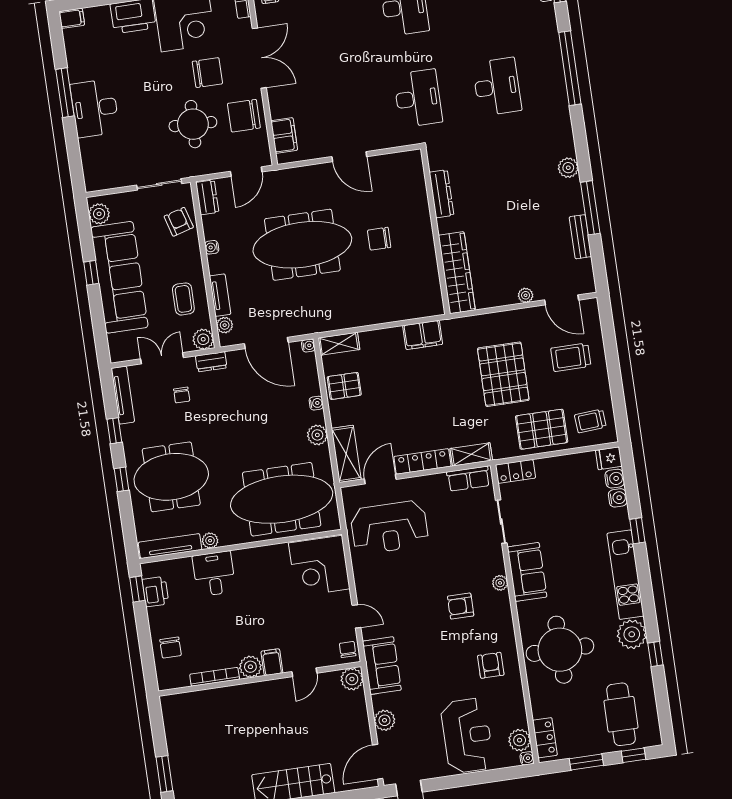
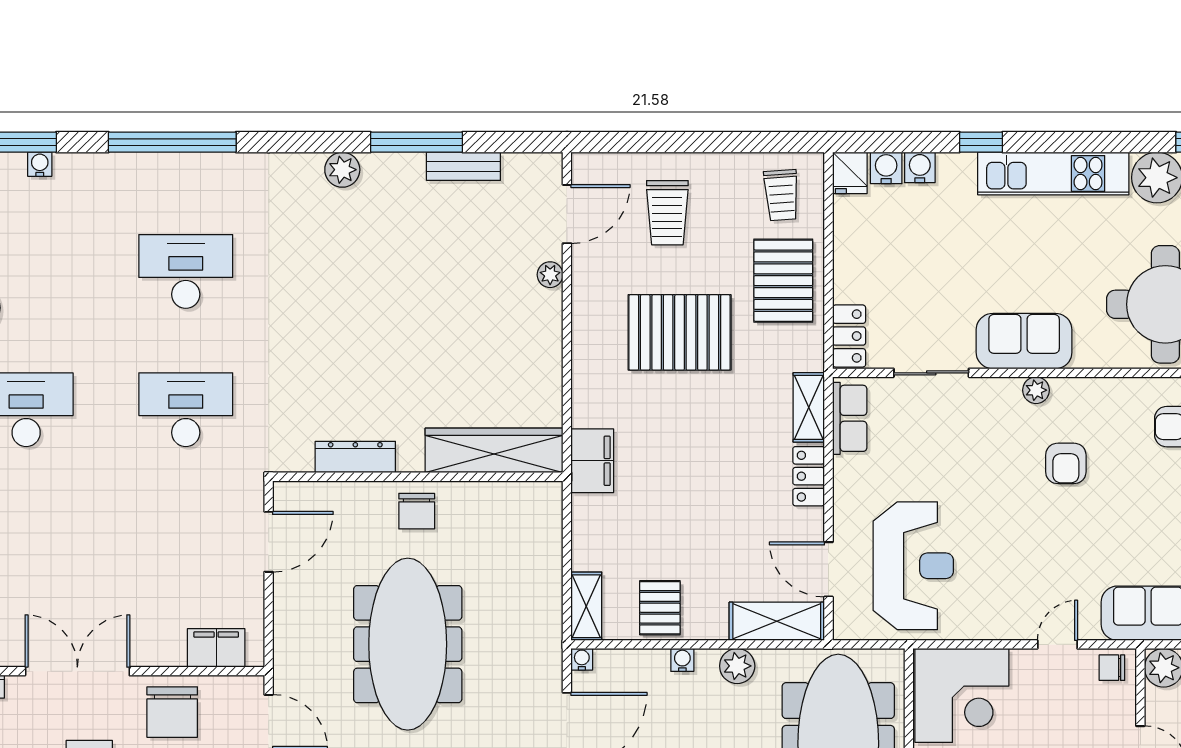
dresser: (441, 194) -> (355, 457), moved
wall: (435, 231) -> (418, 477), moved
wardrobe: (457, 273) -> (494, 450), moved
locker: (422, 461) -> (809, 476), width x0.66

